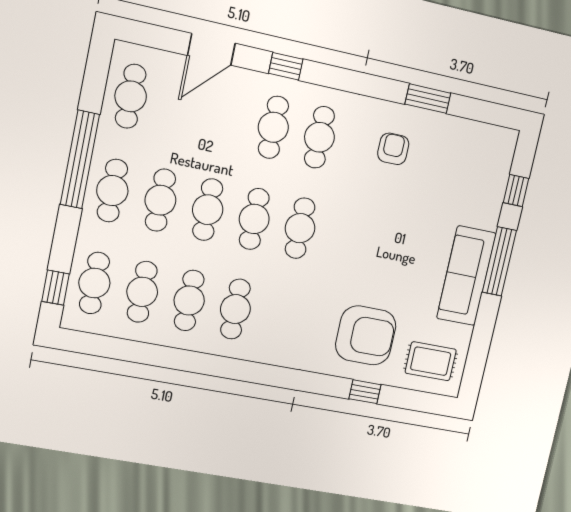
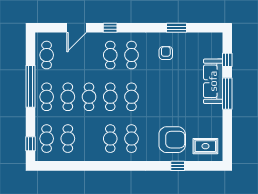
sofa: (466, 276) -> (213, 81), moved
cafe table: (189, 300) -> (132, 139), moved

